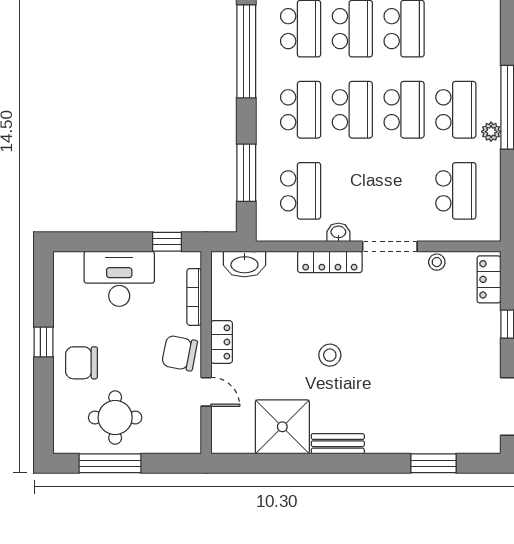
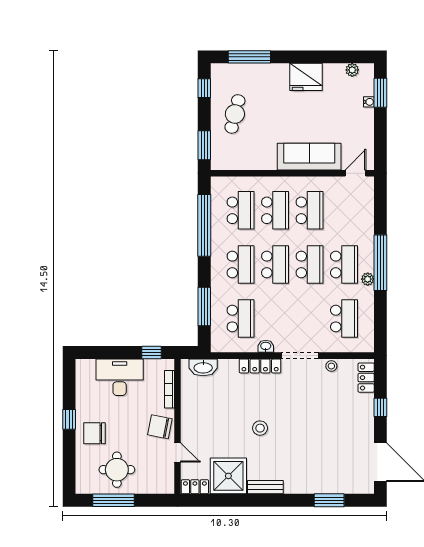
locker: (222, 342) -> (195, 487), moved, turned -90

